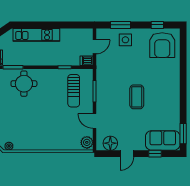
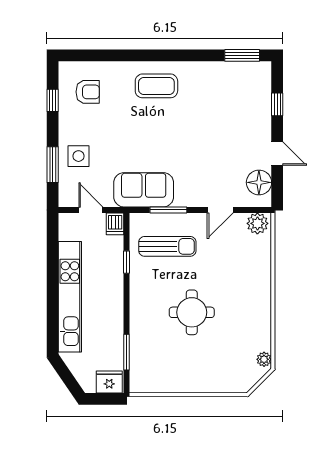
kitchen unit: (36, 35) -> (70, 297), width x1.36
armchair: (162, 45) -> (88, 92), width x0.53, depth x0.53
round table: (24, 84) -> (192, 312), moved
coffee table: (137, 97) -> (156, 86), moved
sofa: (163, 140) -> (144, 190), moved, turned 90

